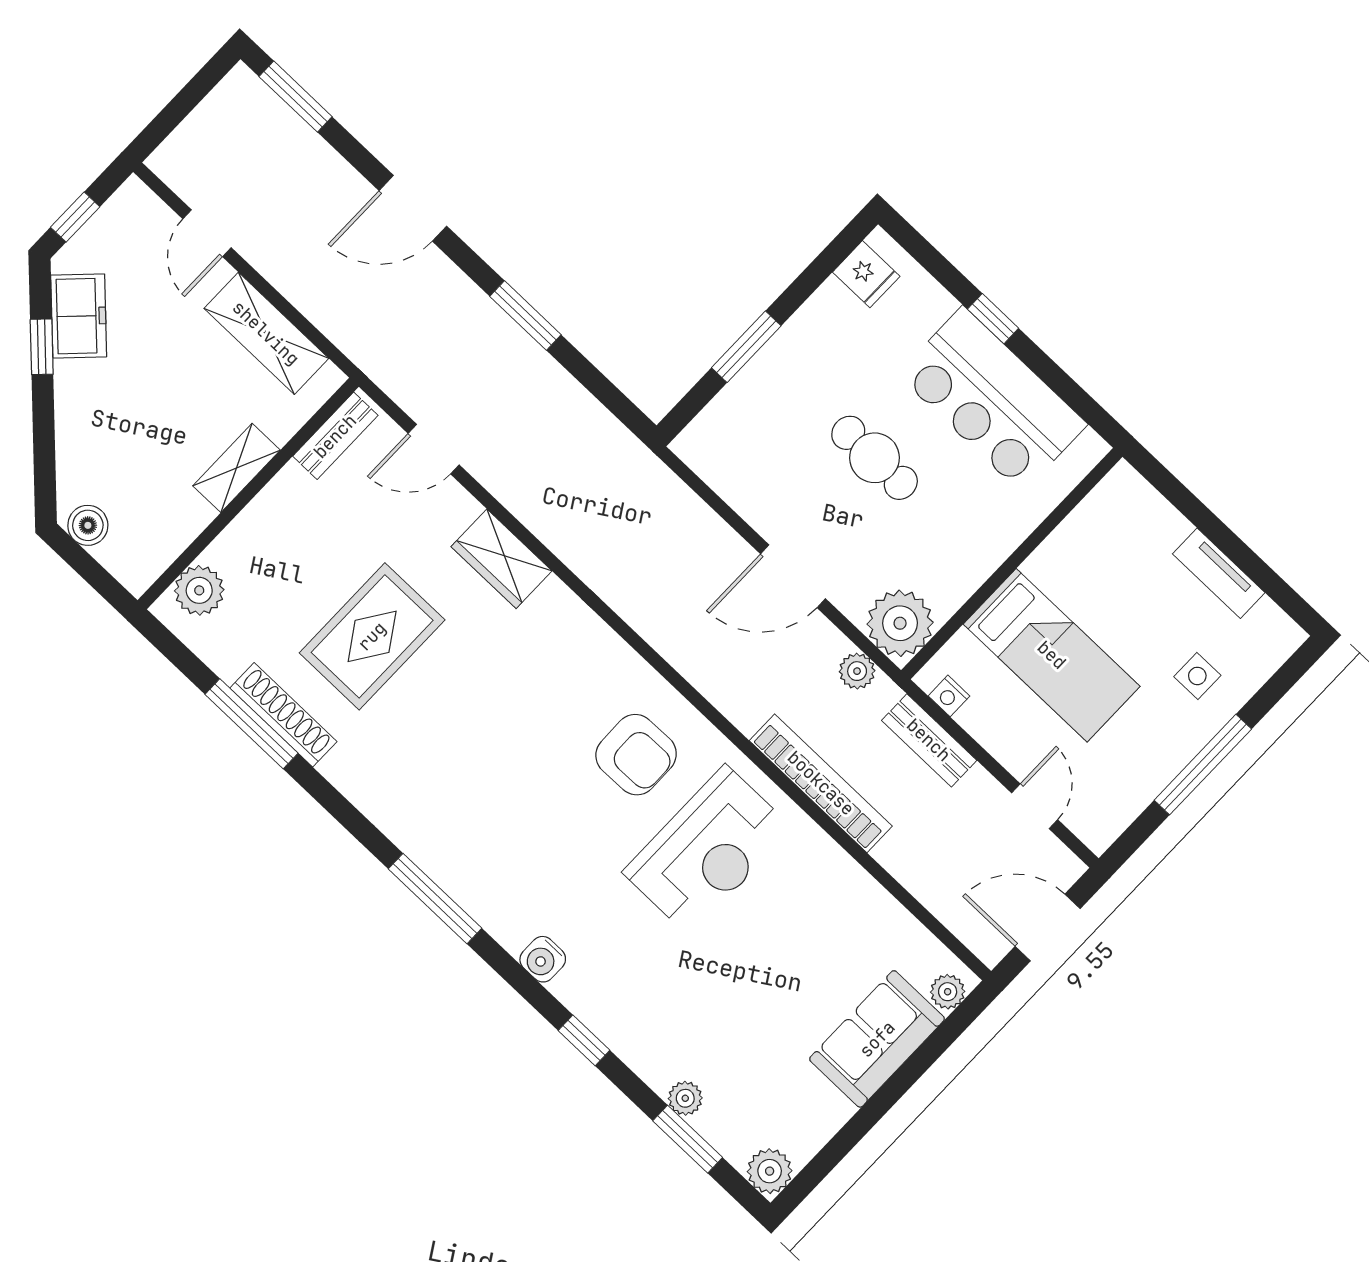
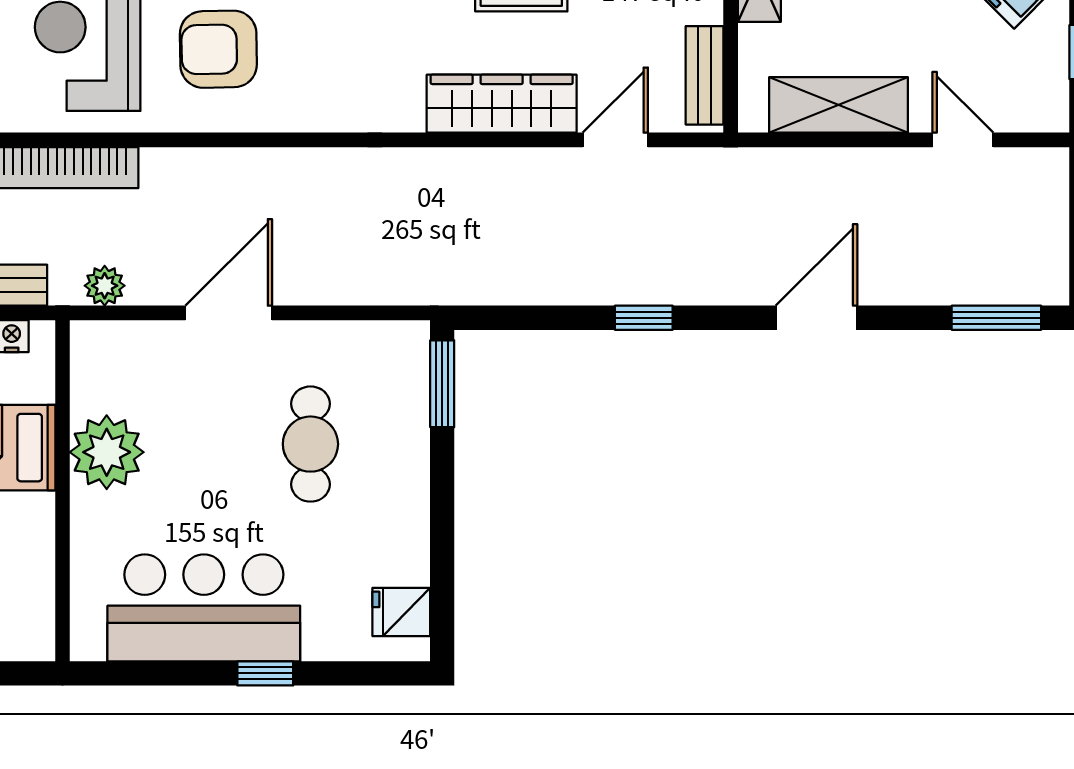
window: (525, 315) -> (644, 318), width x0.67
window: (746, 347) -> (442, 384), moved
cafe table: (875, 458) -> (310, 444), moved, turned 90
wardrobe: (502, 559) -> (502, 104), width x1.50
plant: (900, 623) -> (107, 452), moved

